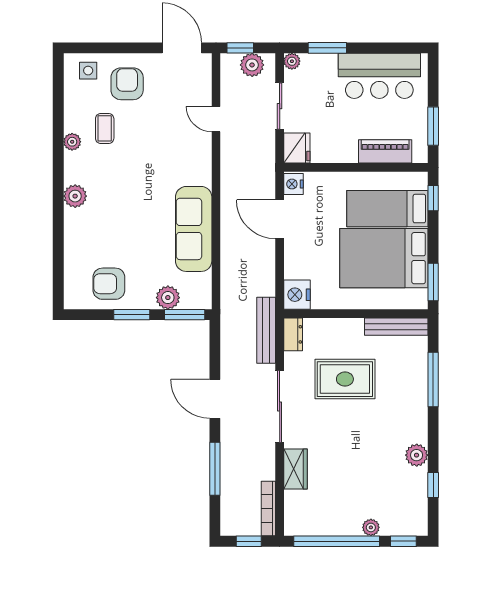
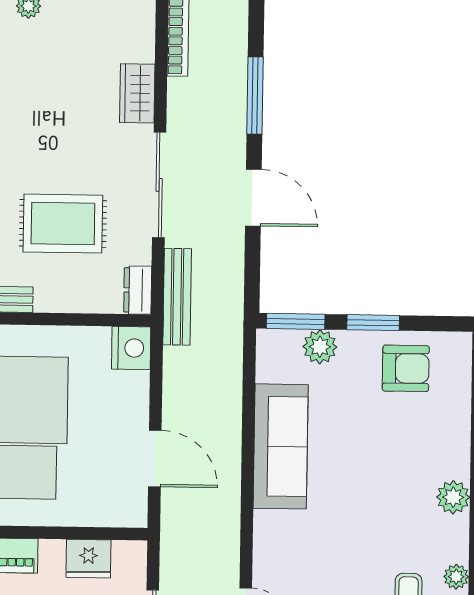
fridge: (297, 148) -> (88, 559), moved, turned -90
nightstand: (293, 184) -> (134, 510), removed

